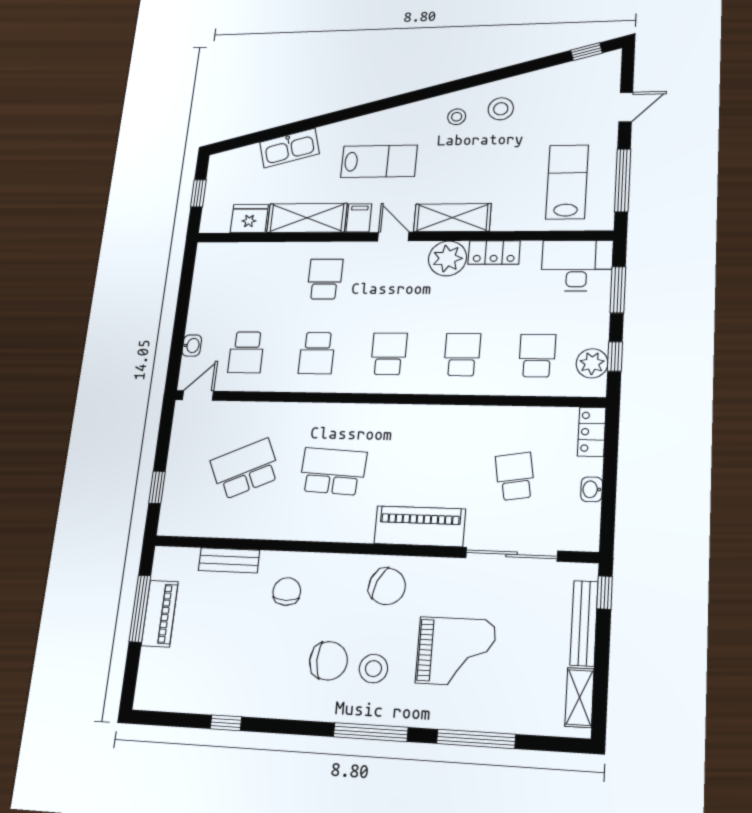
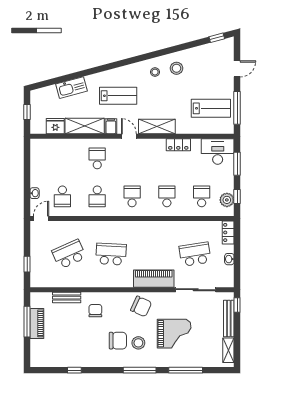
lab bench: (567, 182) -> (211, 108), turned 90
plant: (447, 258) -> (156, 148), removed
school desk: (515, 476) -> (195, 254), width x1.85

